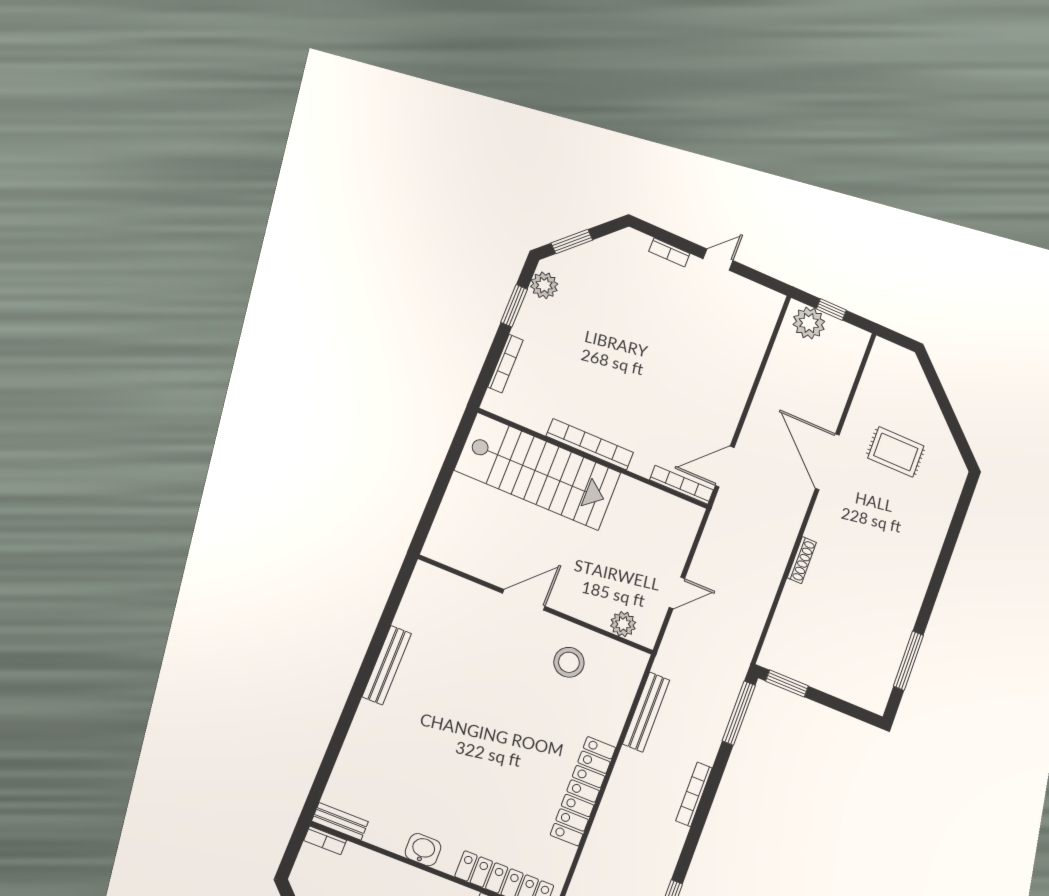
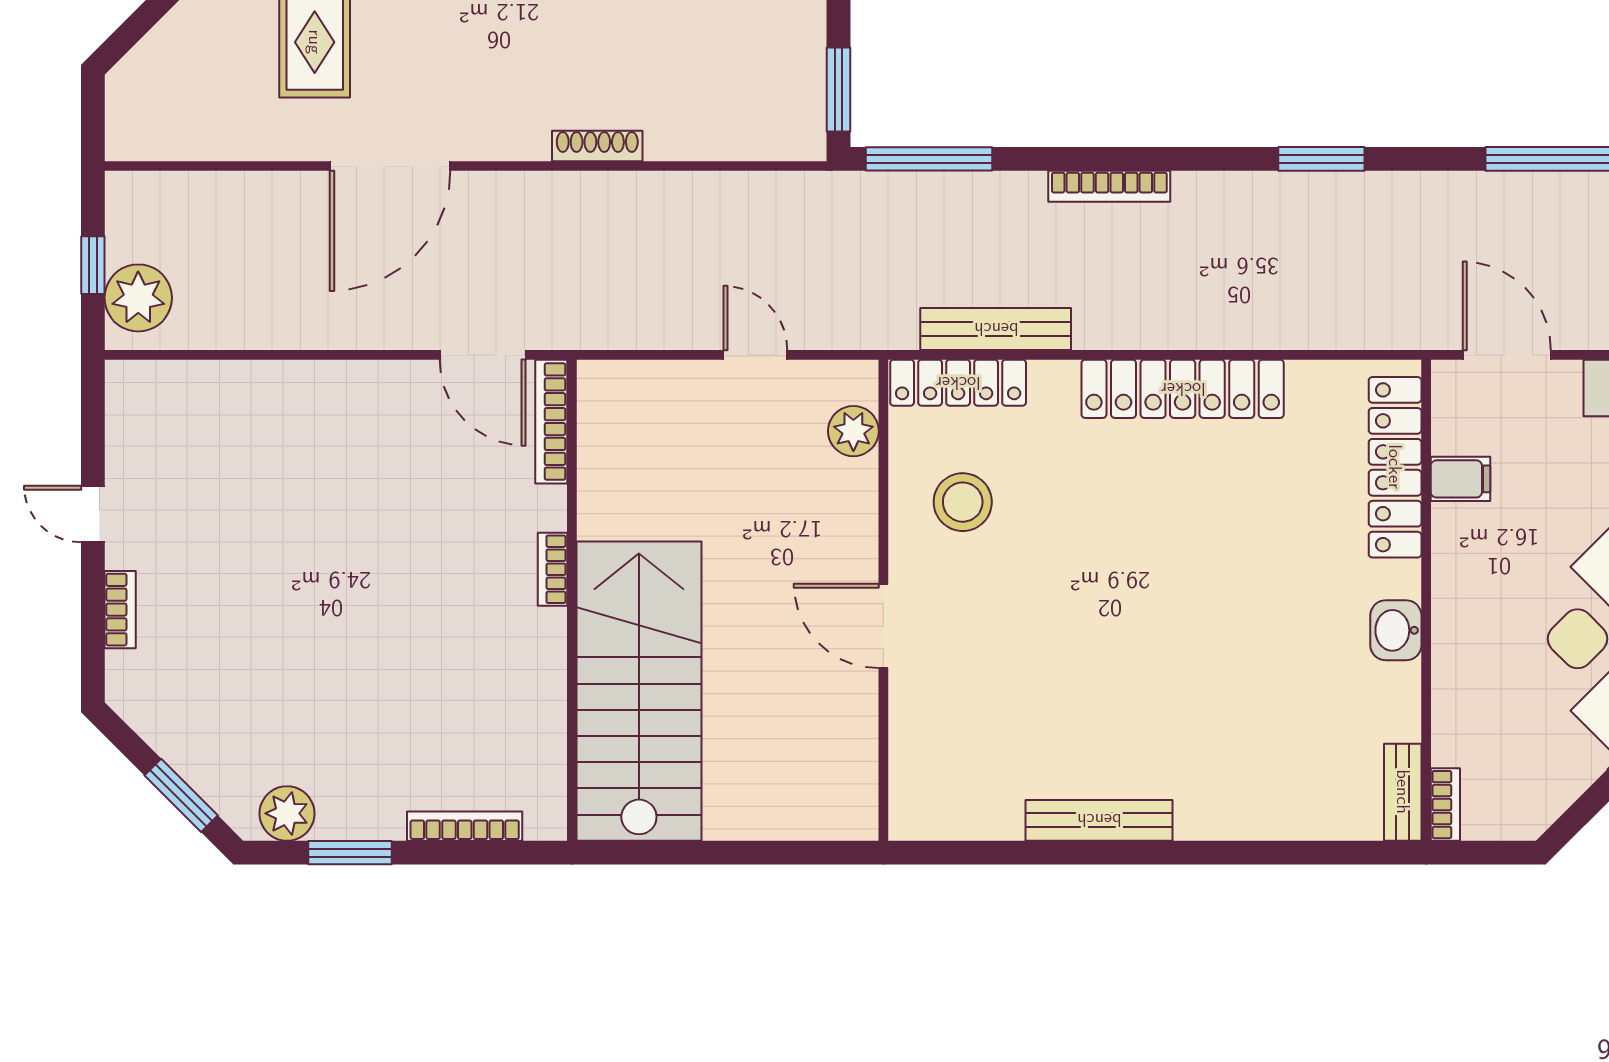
bookcase: (590, 444) -> (552, 569), width x0.43, depth x0.76
locker: (627, 684) -> (958, 383), added

